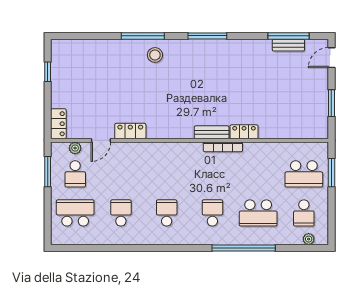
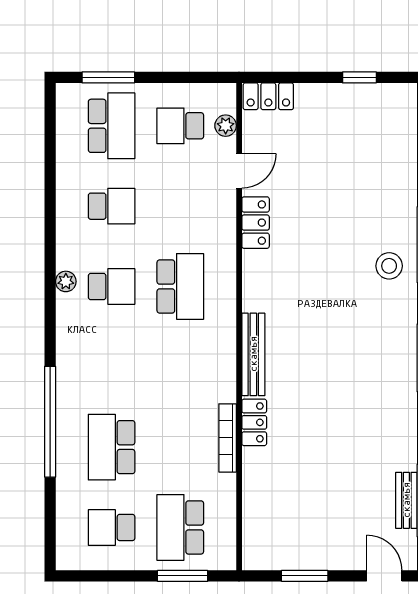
bench: (212, 132) -> (253, 354), width x1.36
door: (101, 140) -> (239, 171), swing flipped
bookcase: (223, 147) -> (228, 438), moved
window: (48, 172) -> (108, 77), moved
school desk: (212, 213) -> (180, 286), moved, width x1.85
plant: (309, 239) -> (66, 281), moved

